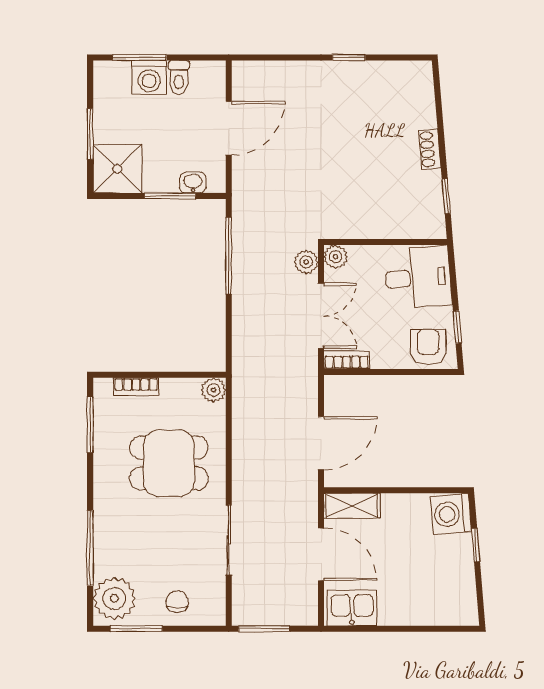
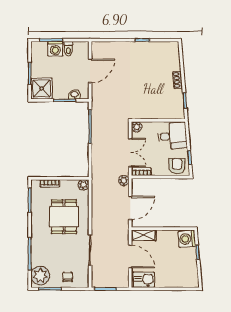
plant: (306, 262) -> (124, 181), moved
dining table: (169, 463) -> (64, 217), turned 90

